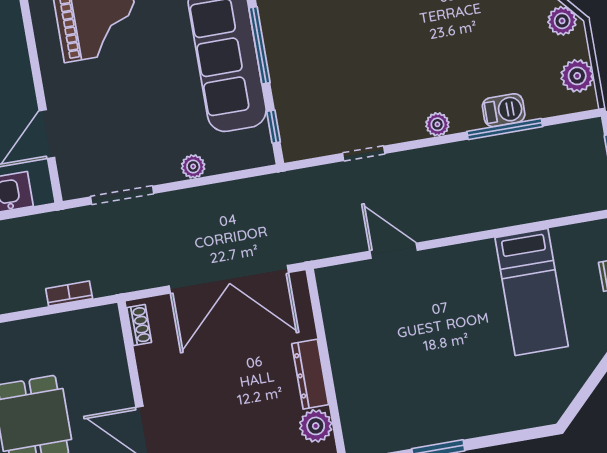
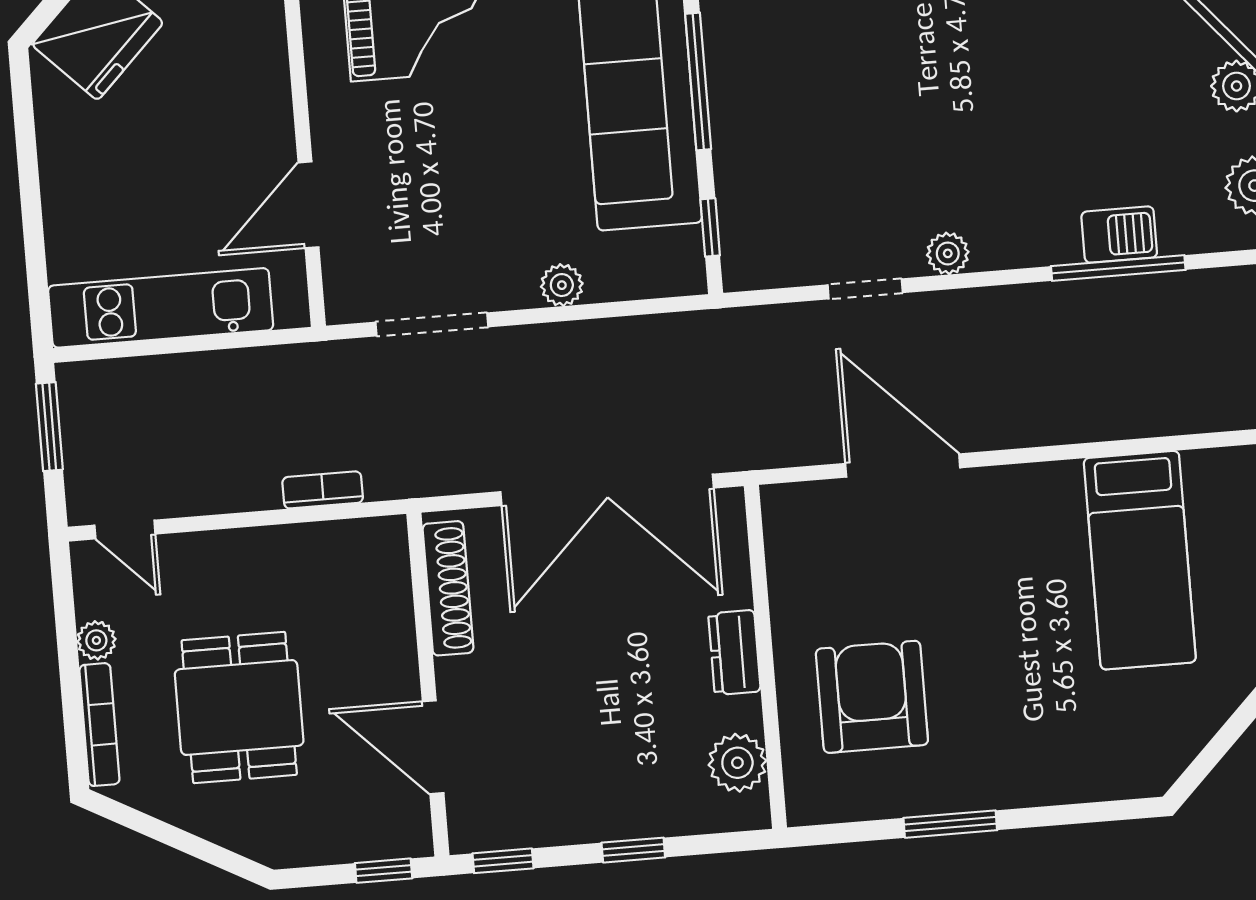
plant: (437, 124) -> (948, 253), moved
door: (394, 251) -> (903, 466), width x1.36
shoe rack: (139, 325) -> (448, 588), width x1.94, depth x1.24
dresser: (310, 374) -> (734, 652), width x0.70
armchair: (388, 382) -> (872, 697), added

